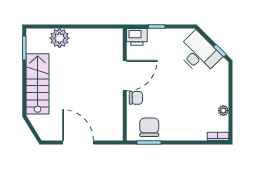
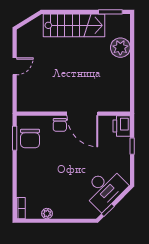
chair: (149, 127) -> (30, 138), turned 90
door: (78, 143) -> (15, 66), width x0.53

